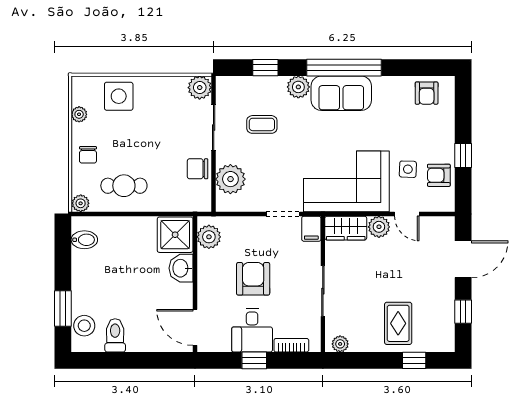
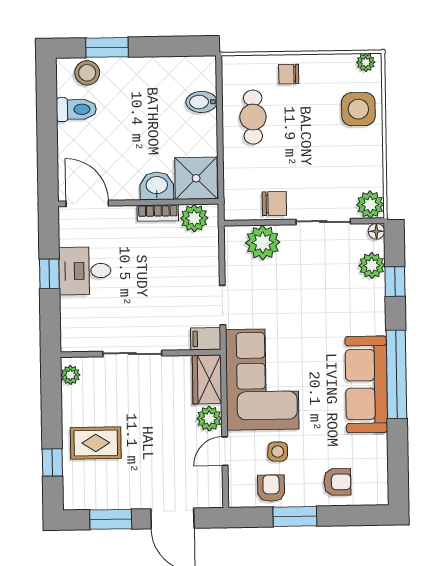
floor lamp: (222, 83) -> (376, 231), added
plant: (298, 87) -> (372, 265), moved
sofa: (341, 93) -> (366, 384), width x1.36
armchair: (427, 93) -> (337, 482), moved, turned 180
plant: (79, 114) -> (366, 62), moved
coffee table: (262, 124) -> (328, 279), removed
window: (463, 155) -> (295, 516), width x1.50
chair: (198, 169) -> (274, 204), turned 90
plant: (81, 203) -> (231, 66), removed
bidet: (84, 240) -> (201, 102), moved, turned 90
armchair: (253, 279) -> (146, 271), removed
window: (463, 312) -> (111, 519), width x1.50
door: (195, 327) -> (87, 203), hinge flipped
bookcase: (291, 345) -> (158, 213), moved, turned 90

